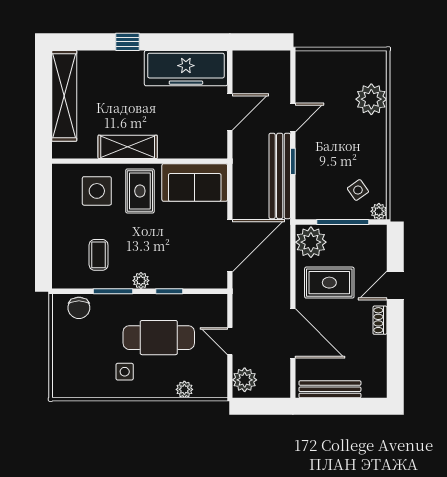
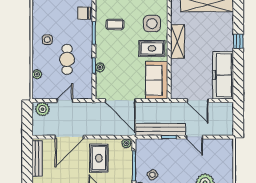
plant: (311, 242) -> (126, 143), width x0.53, depth x0.53
plant: (141, 281) -> (100, 67), moved
cafe table: (159, 338) -> (67, 59), width x0.73, depth x0.74

